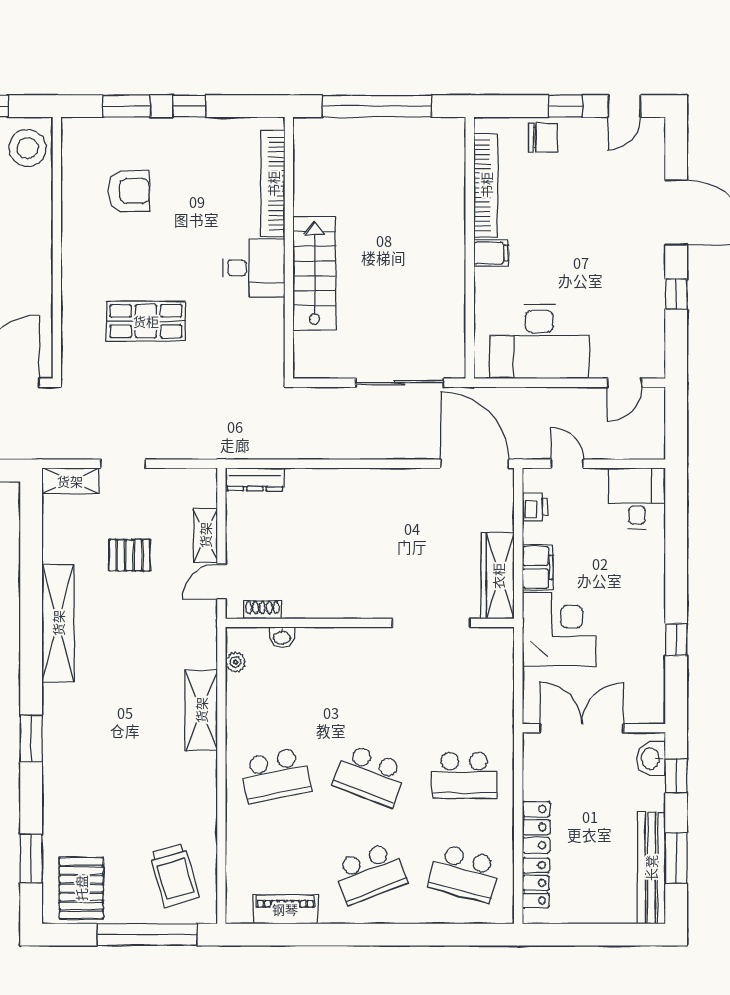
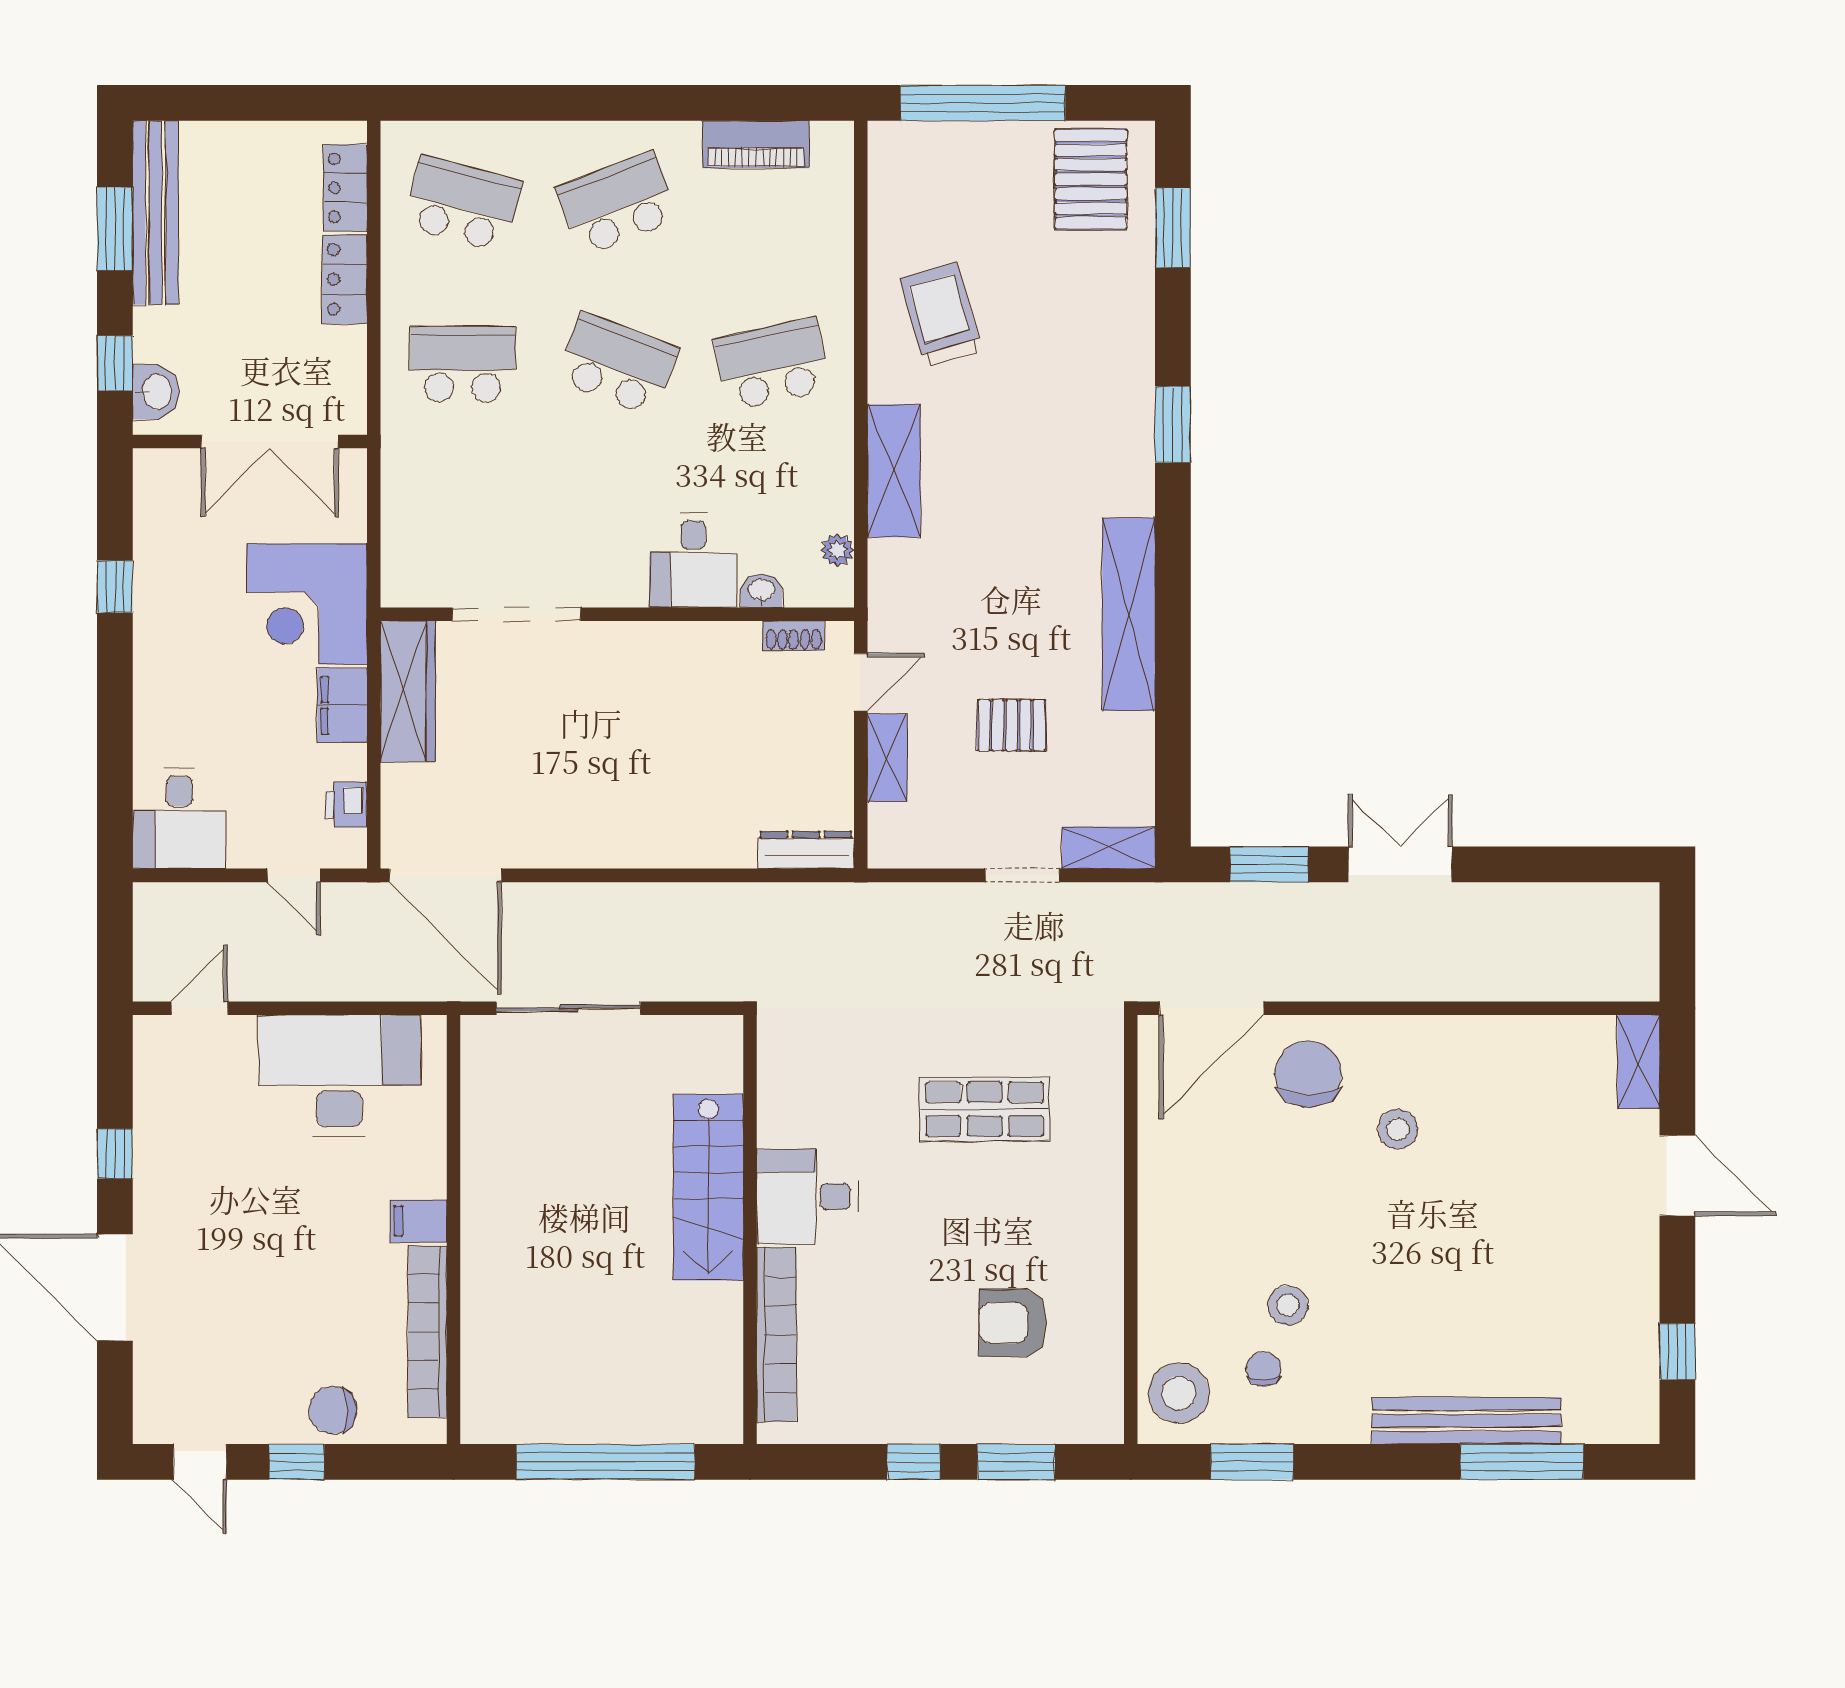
door: (624, 106) -> (200, 1462), swing flipped
desk: (324, 656) -> (693, 560), added
trolley: (174, 875) -> (941, 314), moved

